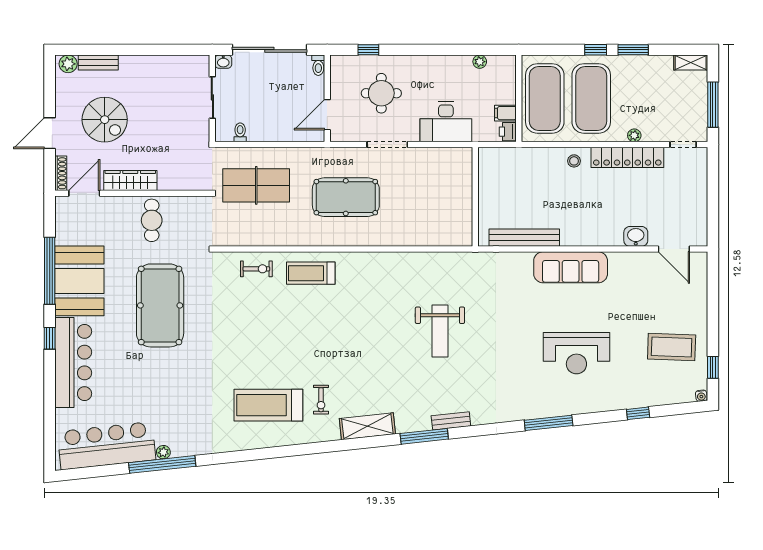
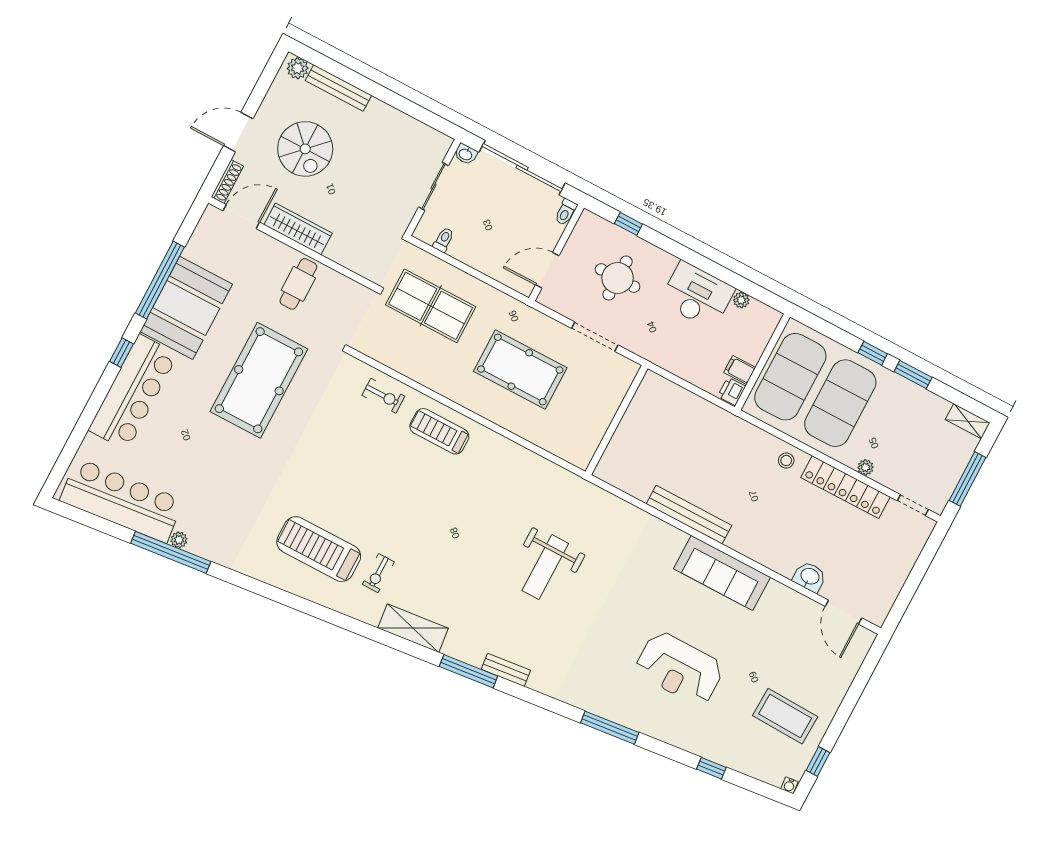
bench: (98, 63) -> (338, 88), width x1.36
desk: (446, 122) -> (697, 295), moved, turned 180
wall: (475, 197) -> (616, 420), moved

